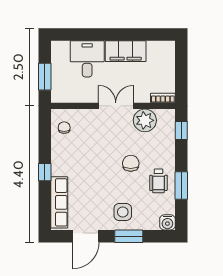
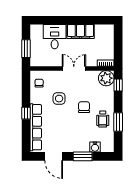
plant: (145, 120) -> (106, 78), moved
row of seats: (59, 202) -> (36, 127), width x1.36
side table: (123, 212) -> (59, 99), moved
water cooler: (167, 222) -> (95, 147), moved
door: (86, 236) -> (54, 156), hinge flipped

